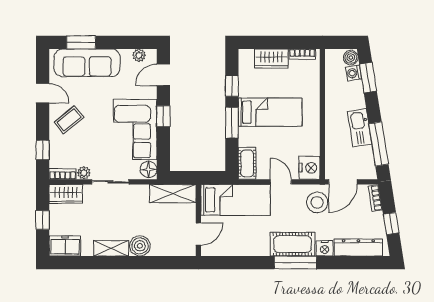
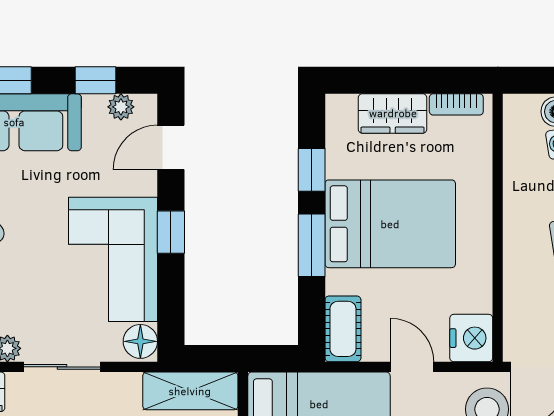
window: (127, 42) -> (96, 80), added
bed: (270, 112) -> (390, 224), width x1.50

